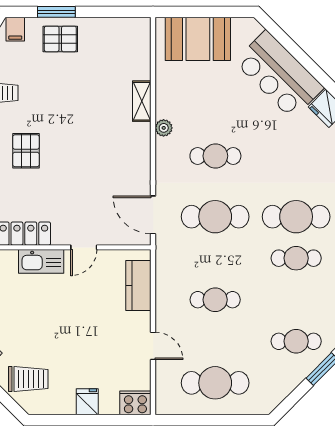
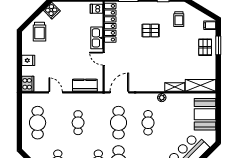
shelving: (139, 48) -> (201, 85), added
door: (153, 346) -> (56, 92), swing flipped

